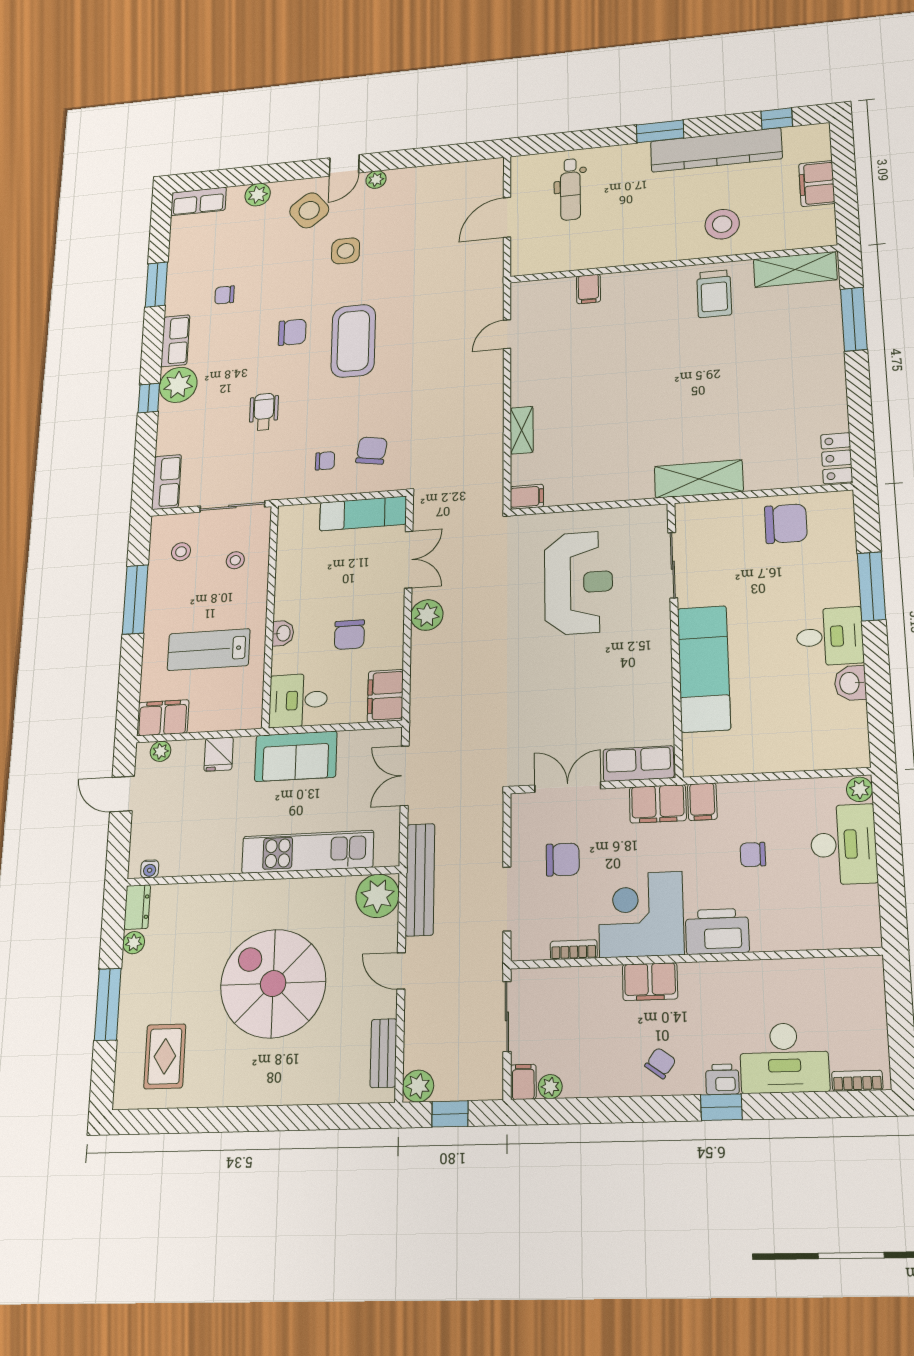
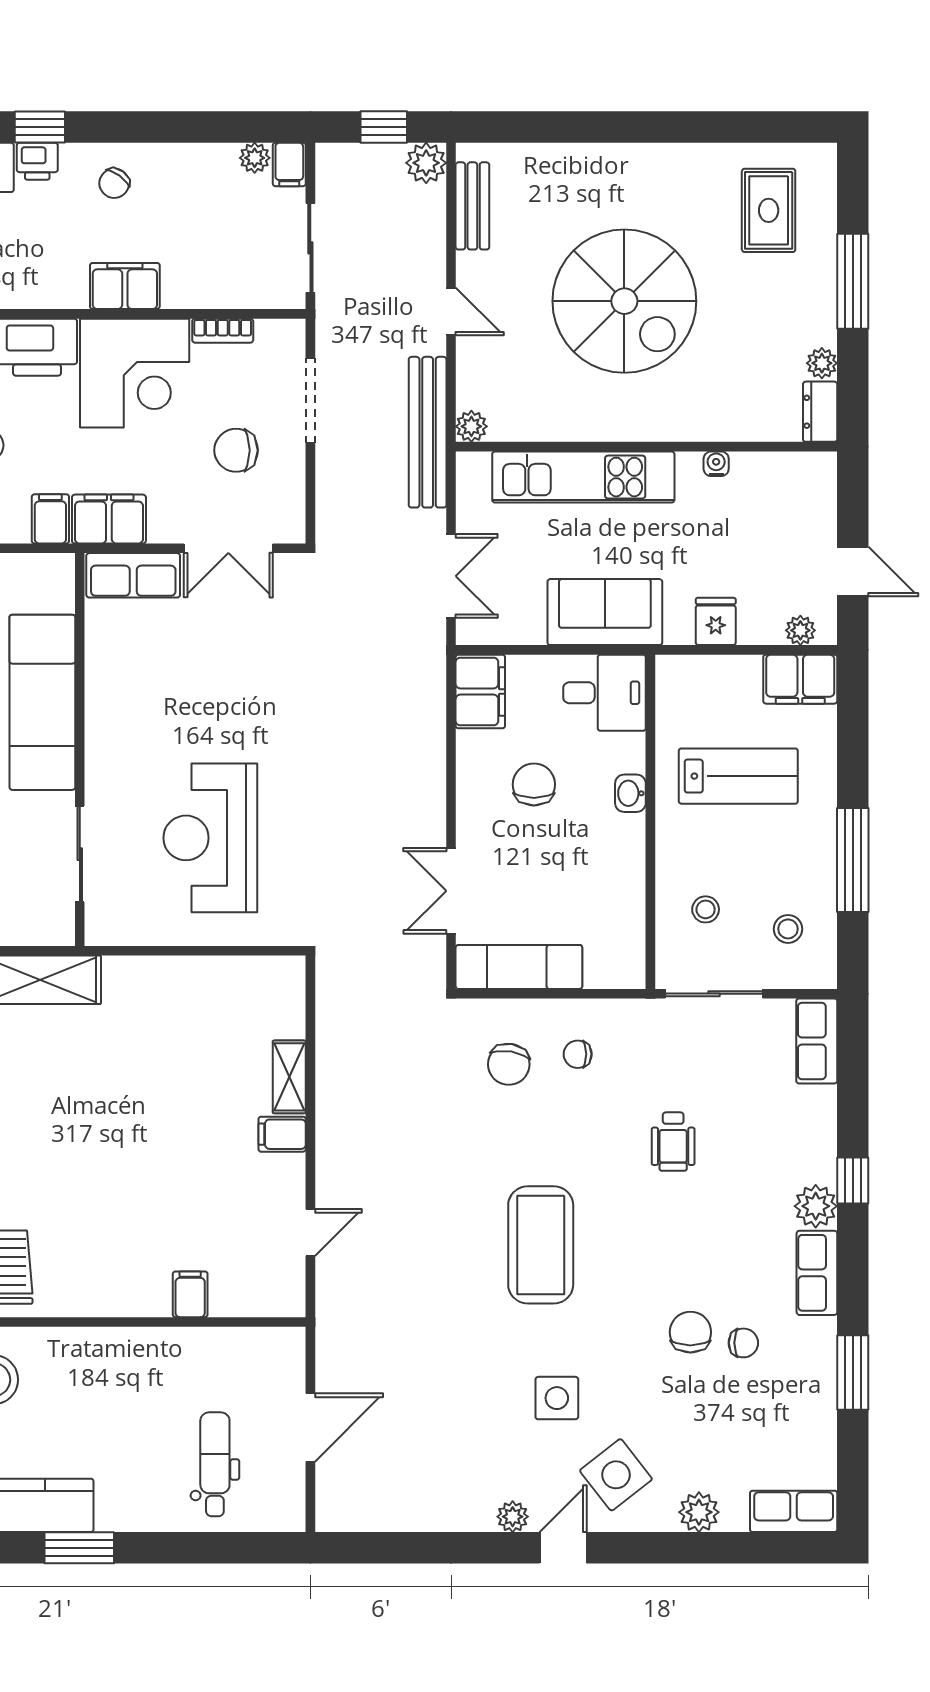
chair: (292, 332) -> (690, 1332), moved, turned 90
plant: (178, 385) -> (816, 1206), width x0.73, depth x0.73
filing cabinet: (527, 497) -> (282, 1134), moved
plant: (427, 615) -> (424, 806), removed
water cooler: (150, 869) -> (716, 464), moved
plant: (378, 896) -> (471, 426), width x0.53, depth x0.53

